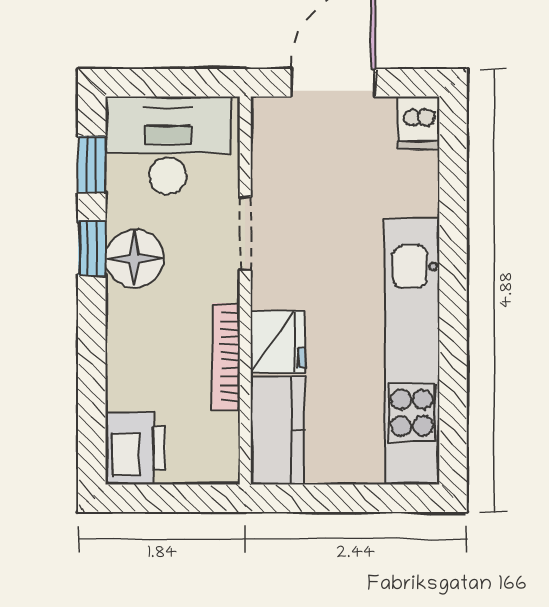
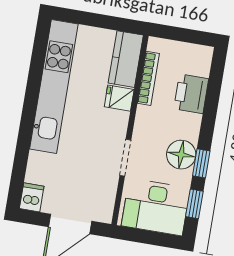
fridge: (278, 342) -> (119, 98), width x0.72
bookcase: (226, 357) -> (148, 78), moved
printer: (135, 448) -> (191, 94), moved

